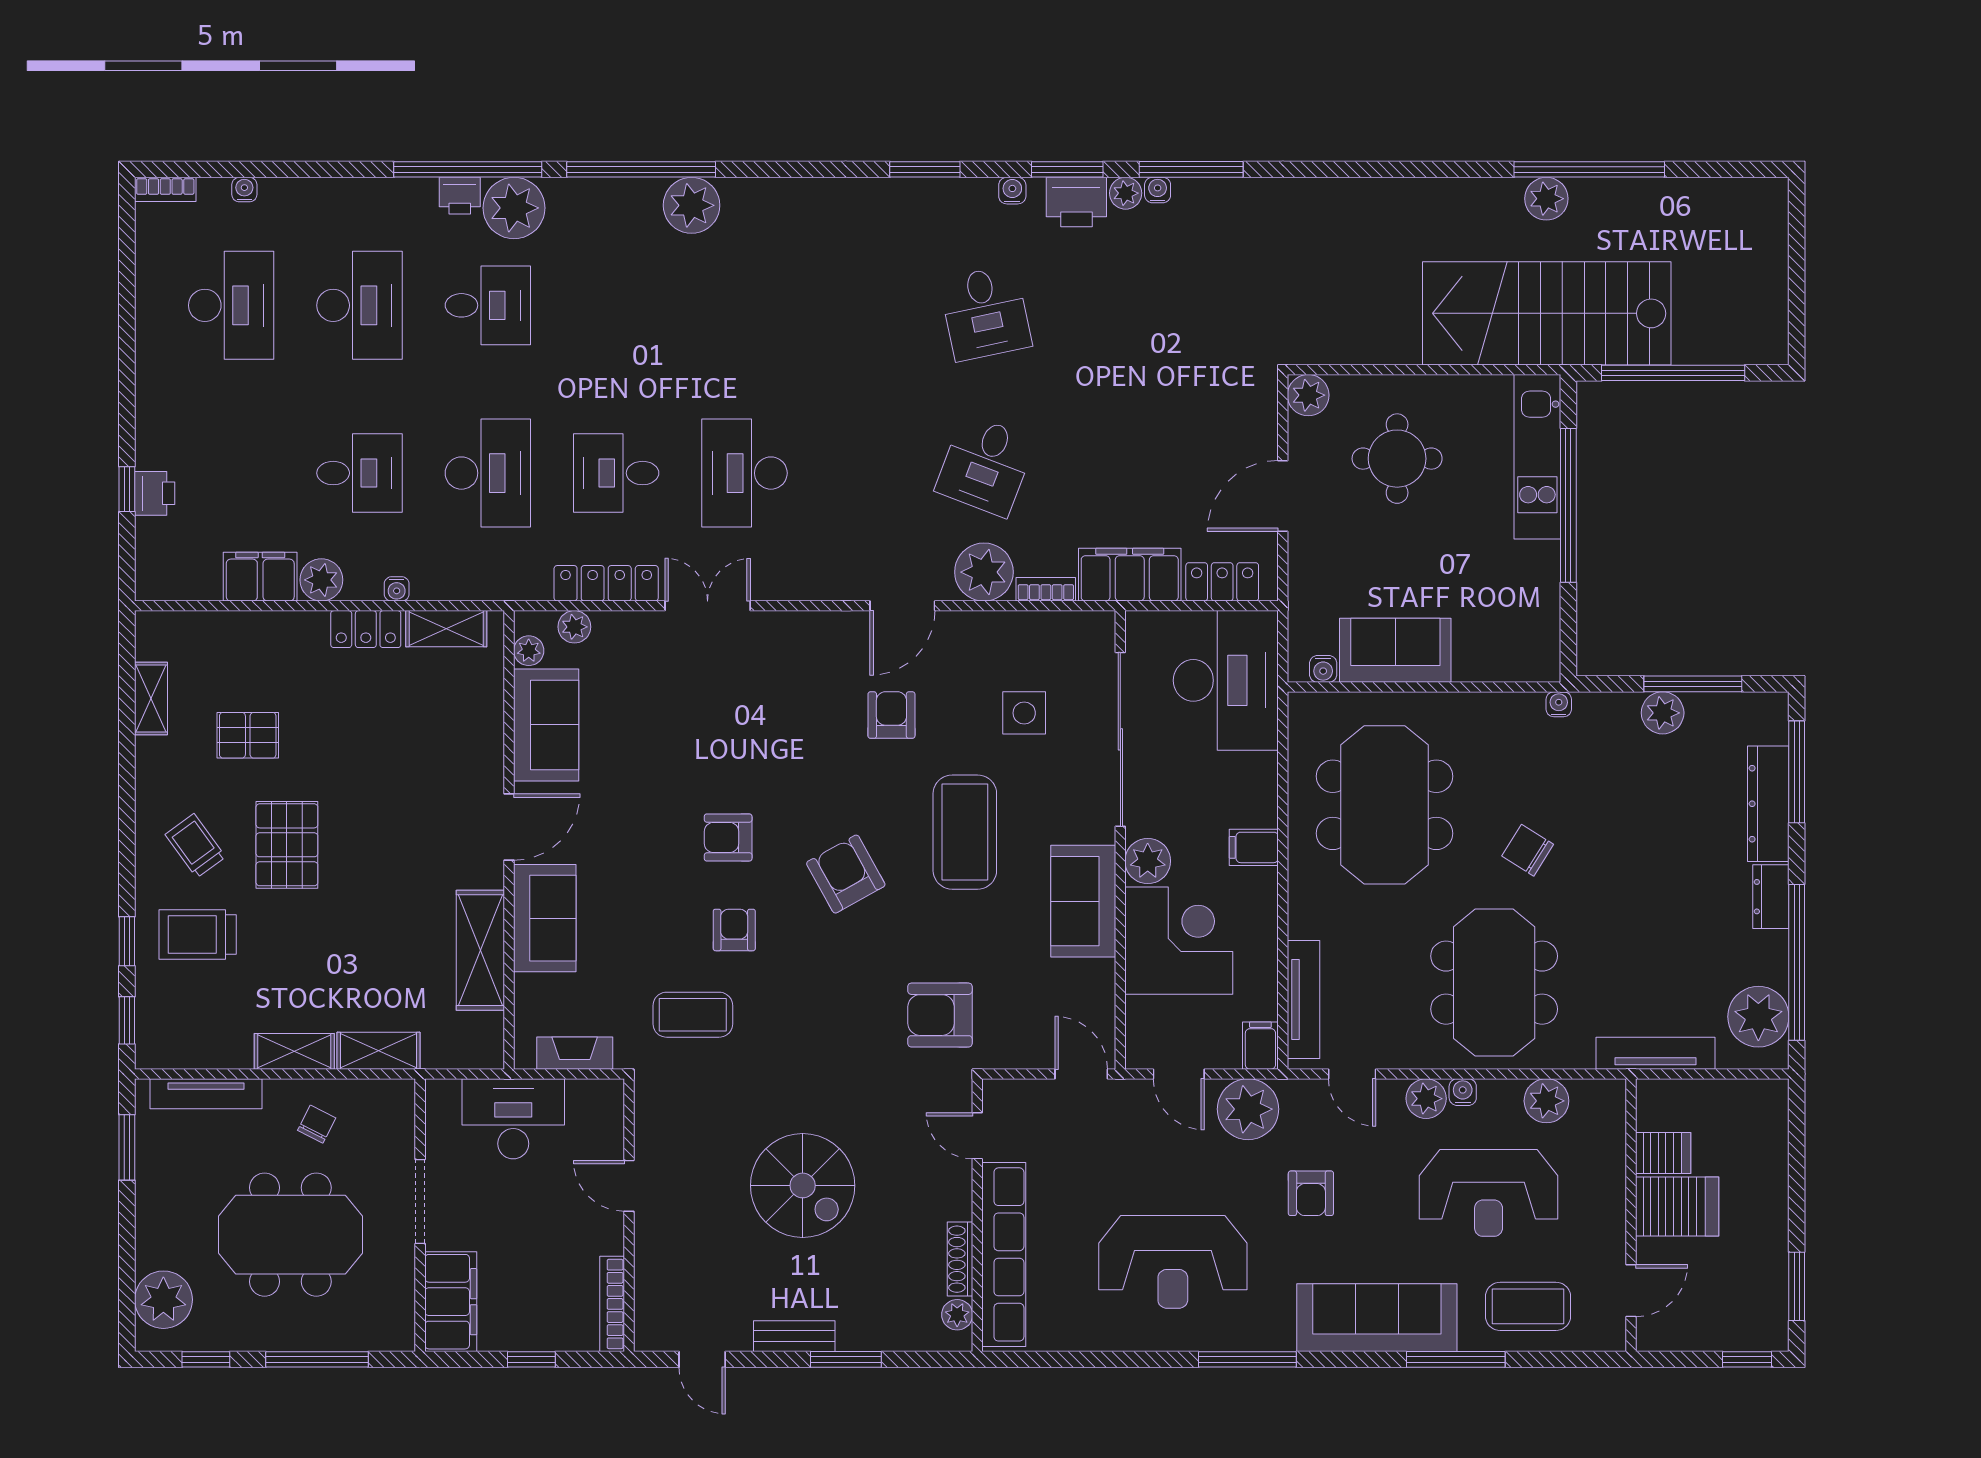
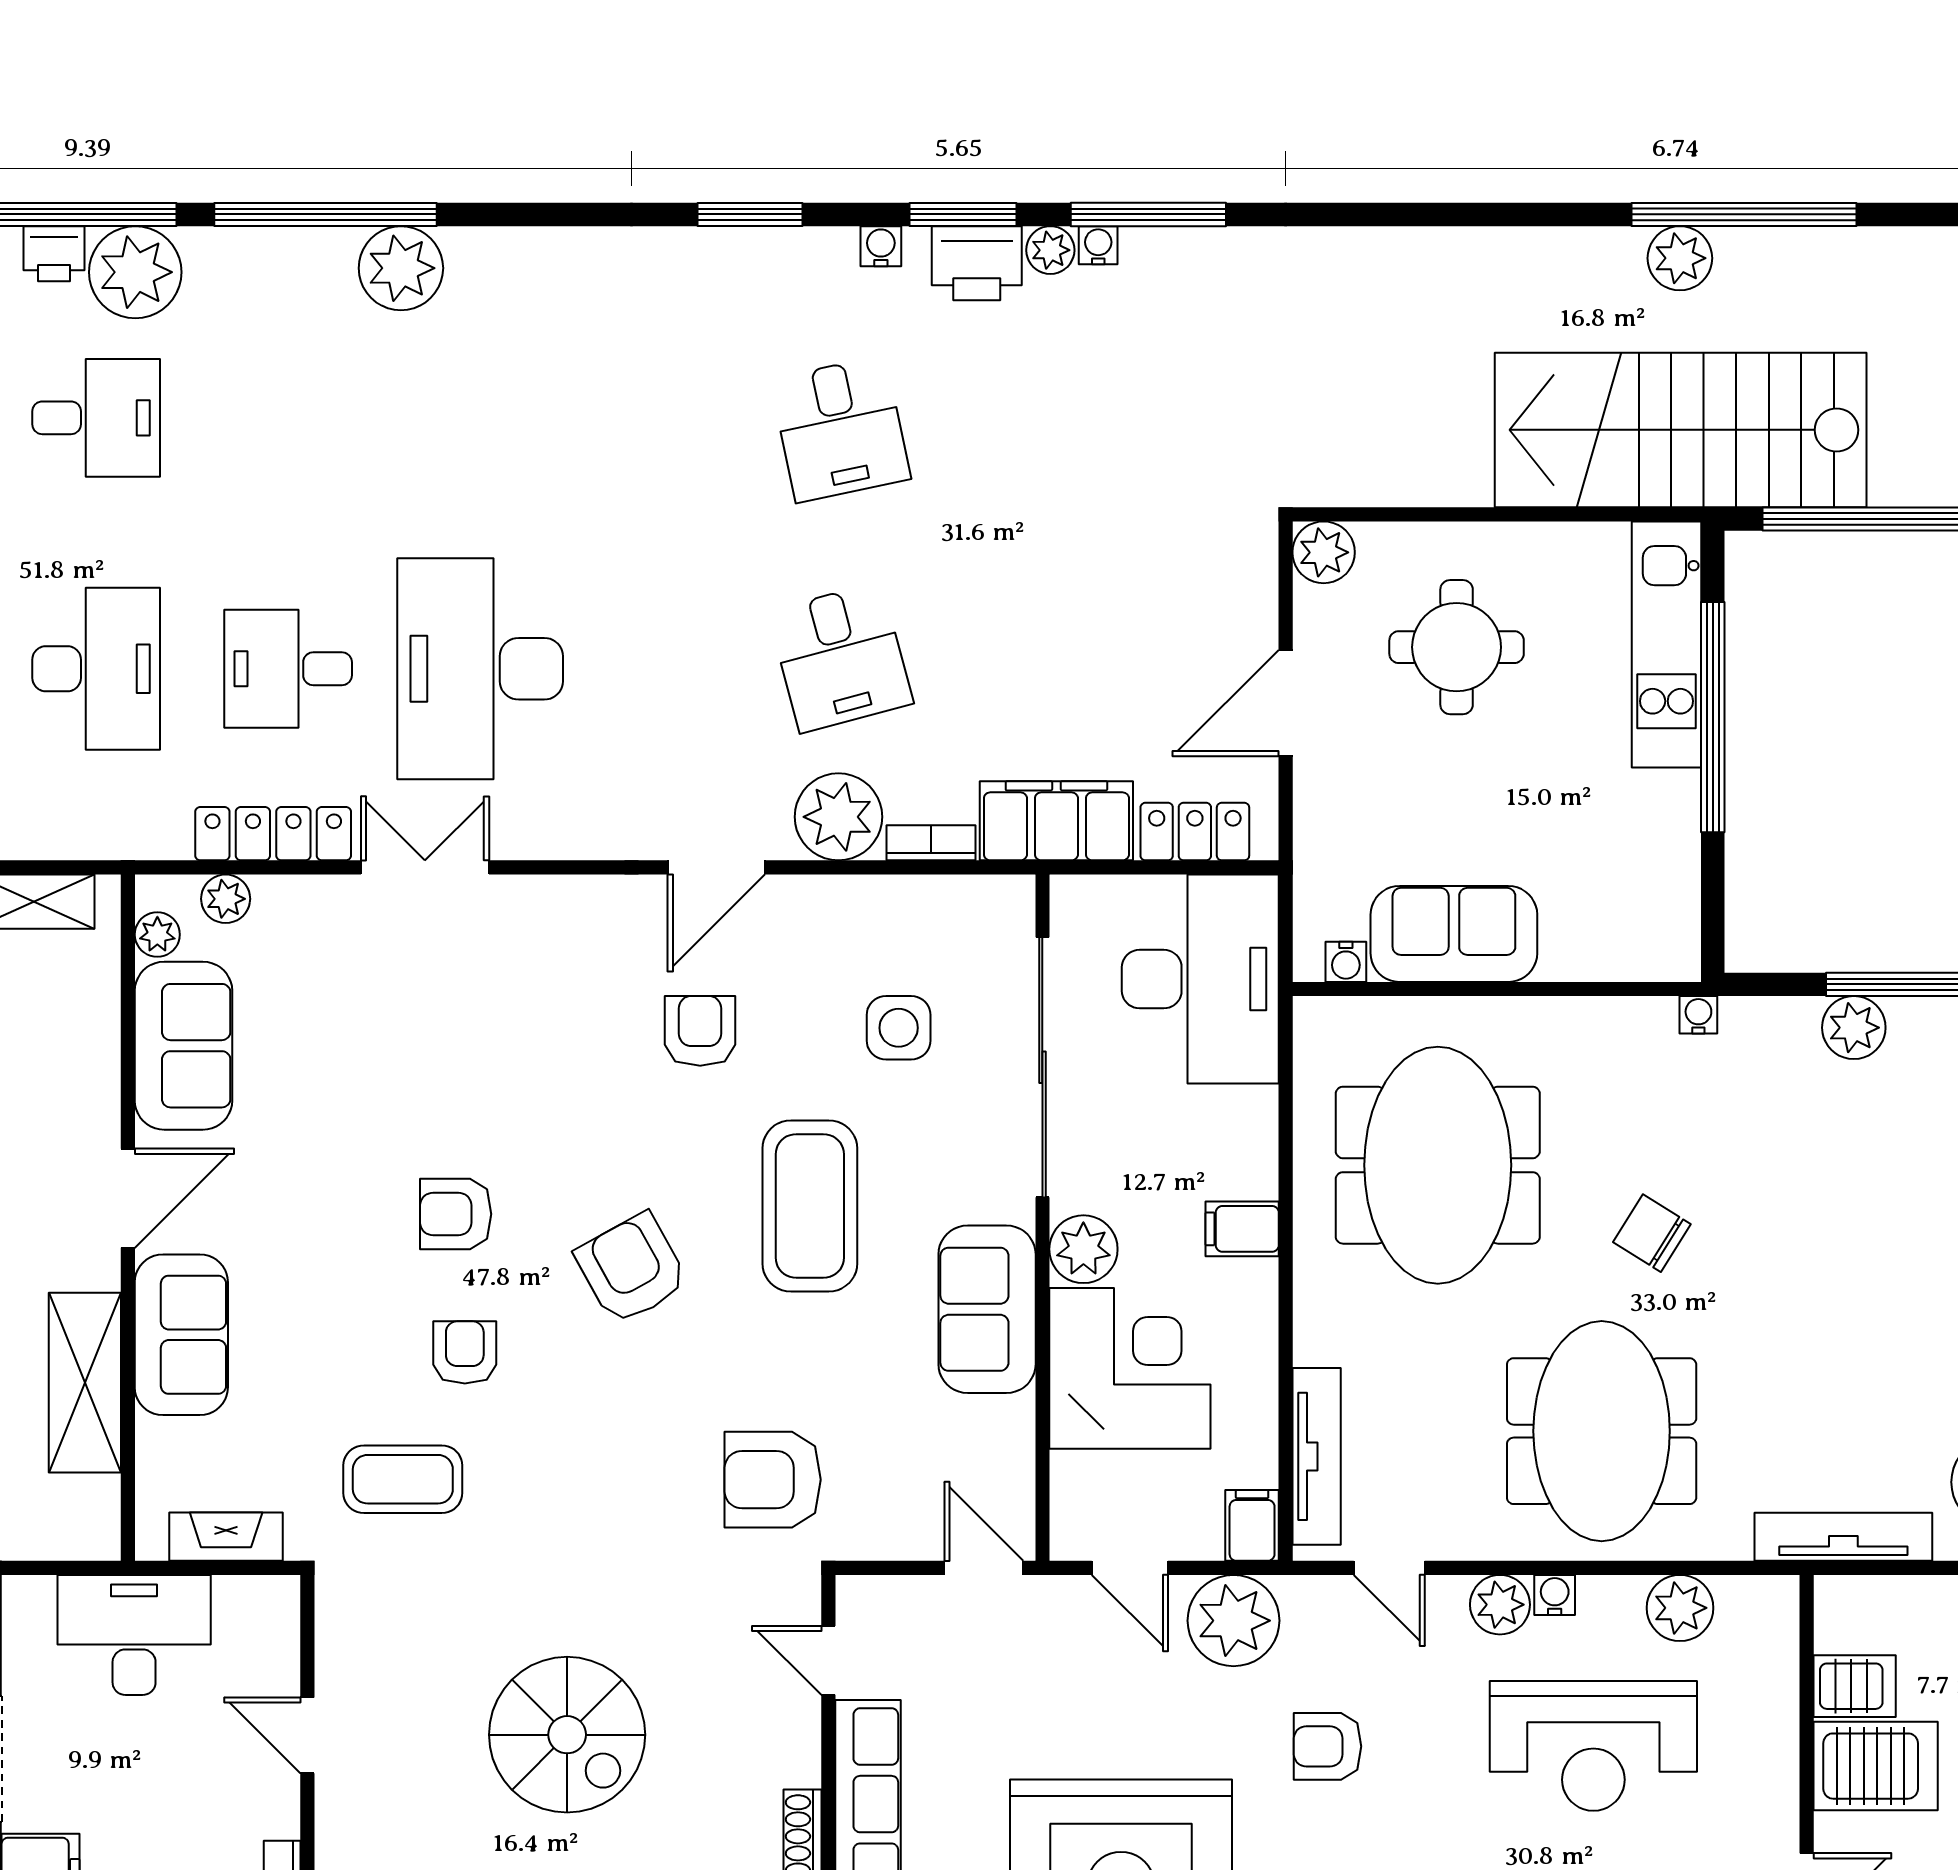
desk: (985, 465) -> (840, 657), turned -36
desk: (744, 473) -> (480, 669), width x1.36, depth x1.30
armchair: (1311, 1193) -> (1328, 1746), turned 90

